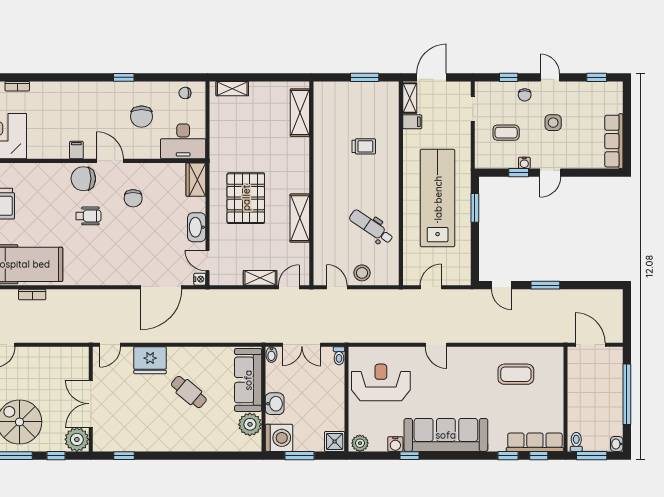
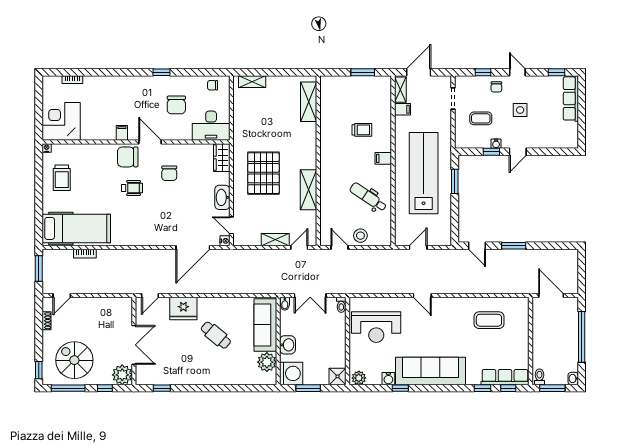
row of seats: (614, 141) -> (571, 98), moved
filing cabinet: (389, 180) -> (383, 158), added
reception desk: (381, 382) -> (376, 327), turned 180
double door: (91, 404) -> (134, 345), swing flipped

